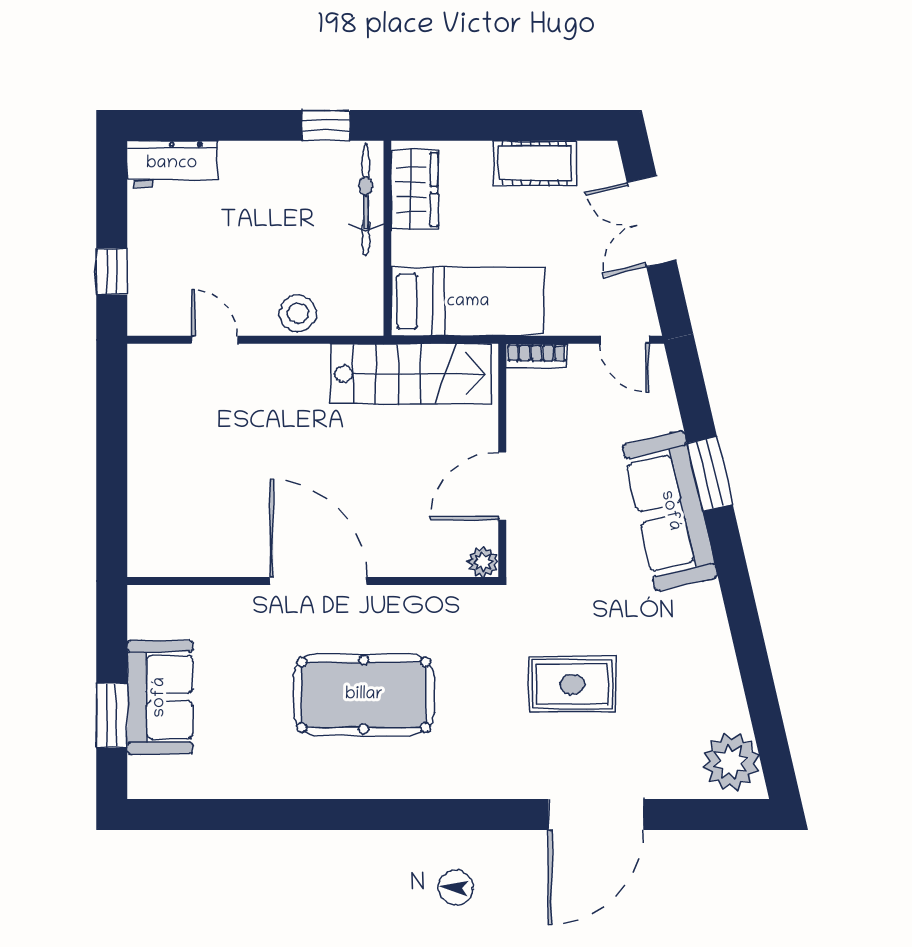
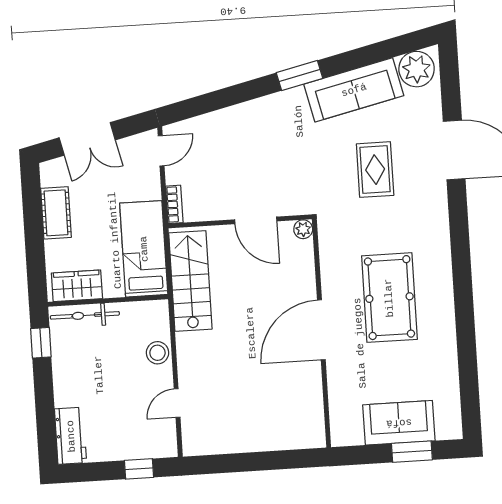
window: (710, 474) -> (299, 76), moved
sofa: (670, 511) -> (354, 90), moved

